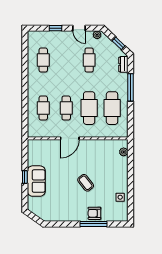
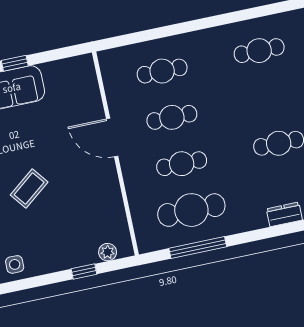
window: (130, 87) -> (198, 248), moved
cafe table: (89, 108) -> (182, 164), width x0.73, depth x0.74
window: (130, 165) -> (84, 272), added

